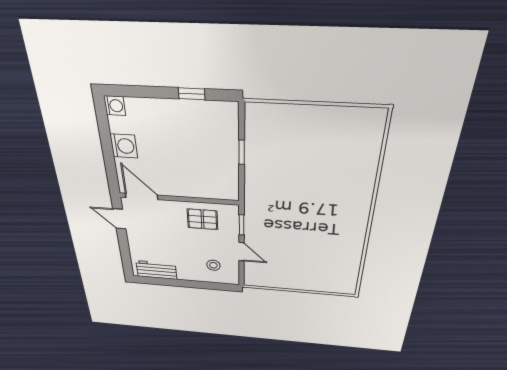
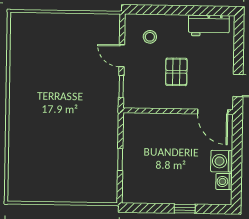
window: (192, 94) -> (185, 209), moved
washing machine: (115, 106) -> (224, 181), moved
pallet: (202, 219) -> (176, 72), moved, turned 90

